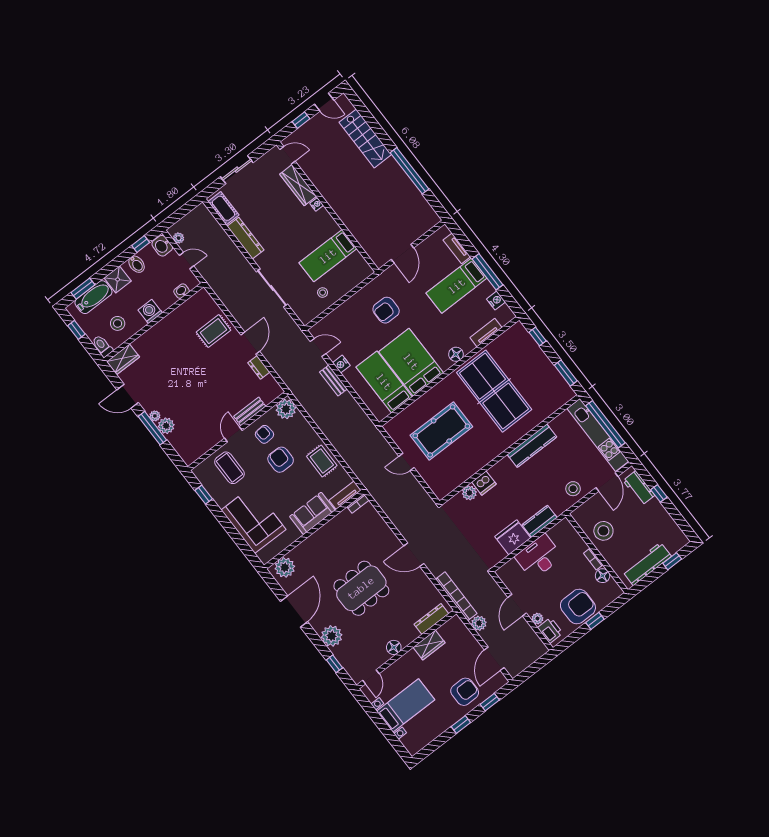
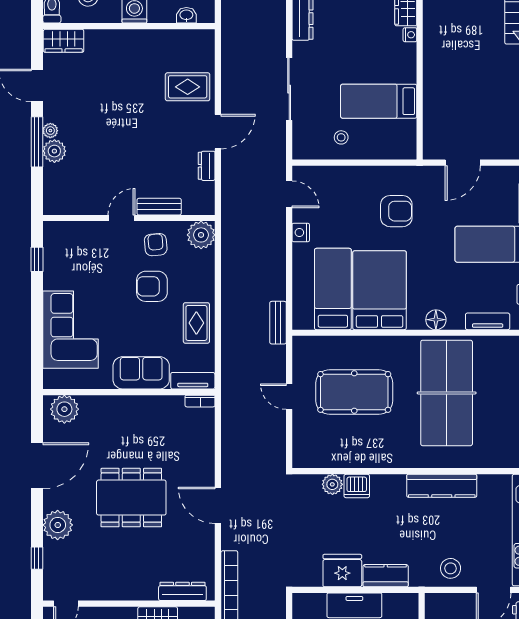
armchair: (386, 310) -> (396, 211), turned 180
bench: (333, 381) -> (278, 323), moved
armchair: (281, 460) -> (152, 286), turned -90
coffee table: (230, 468) -> (88, 252), removed
floor lamp: (394, 647) -> (117, 591), removed

